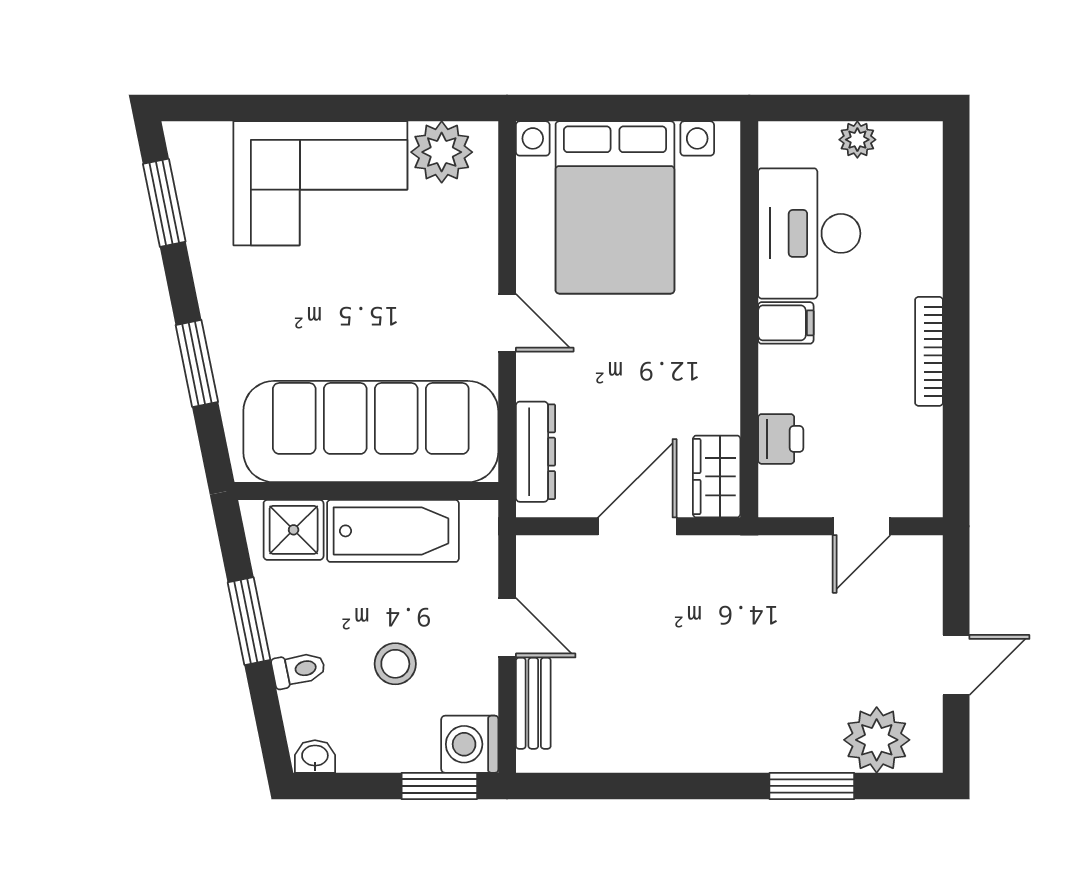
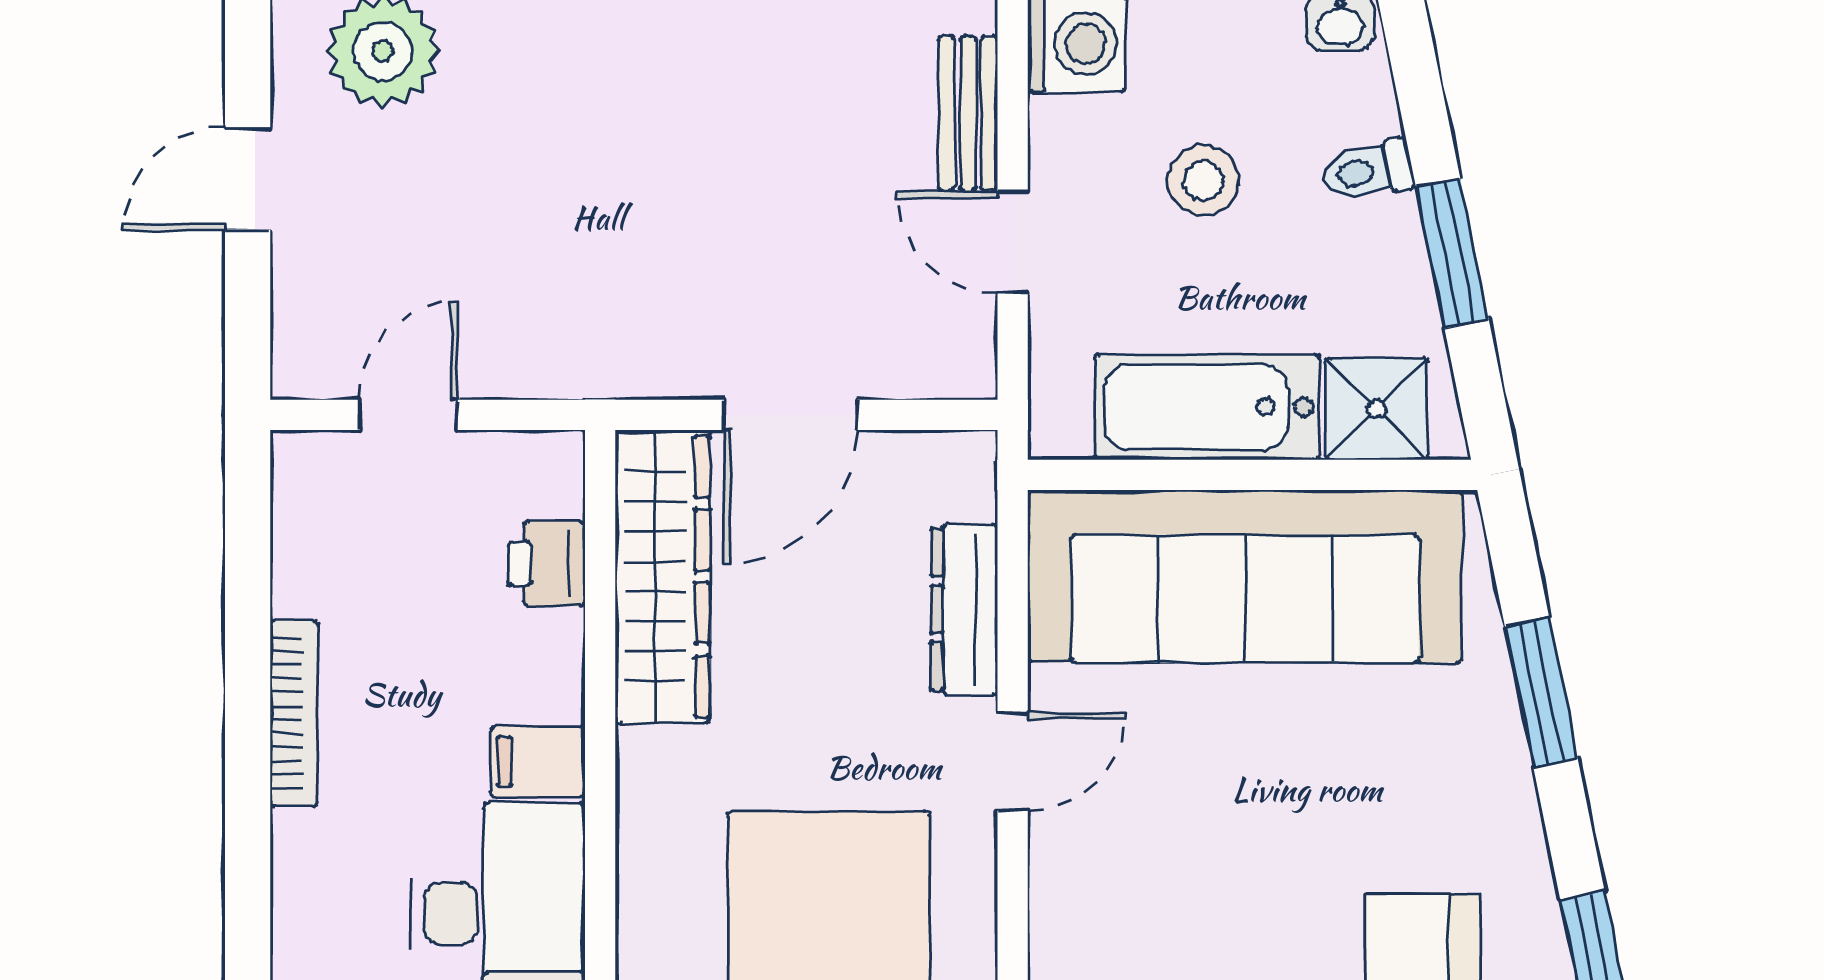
door: (507, 323) -> (1013, 762), swing flipped
dresser: (535, 452) -> (964, 609), moved
wardrobe: (717, 476) -> (663, 577), width x2.10, depth x1.17

